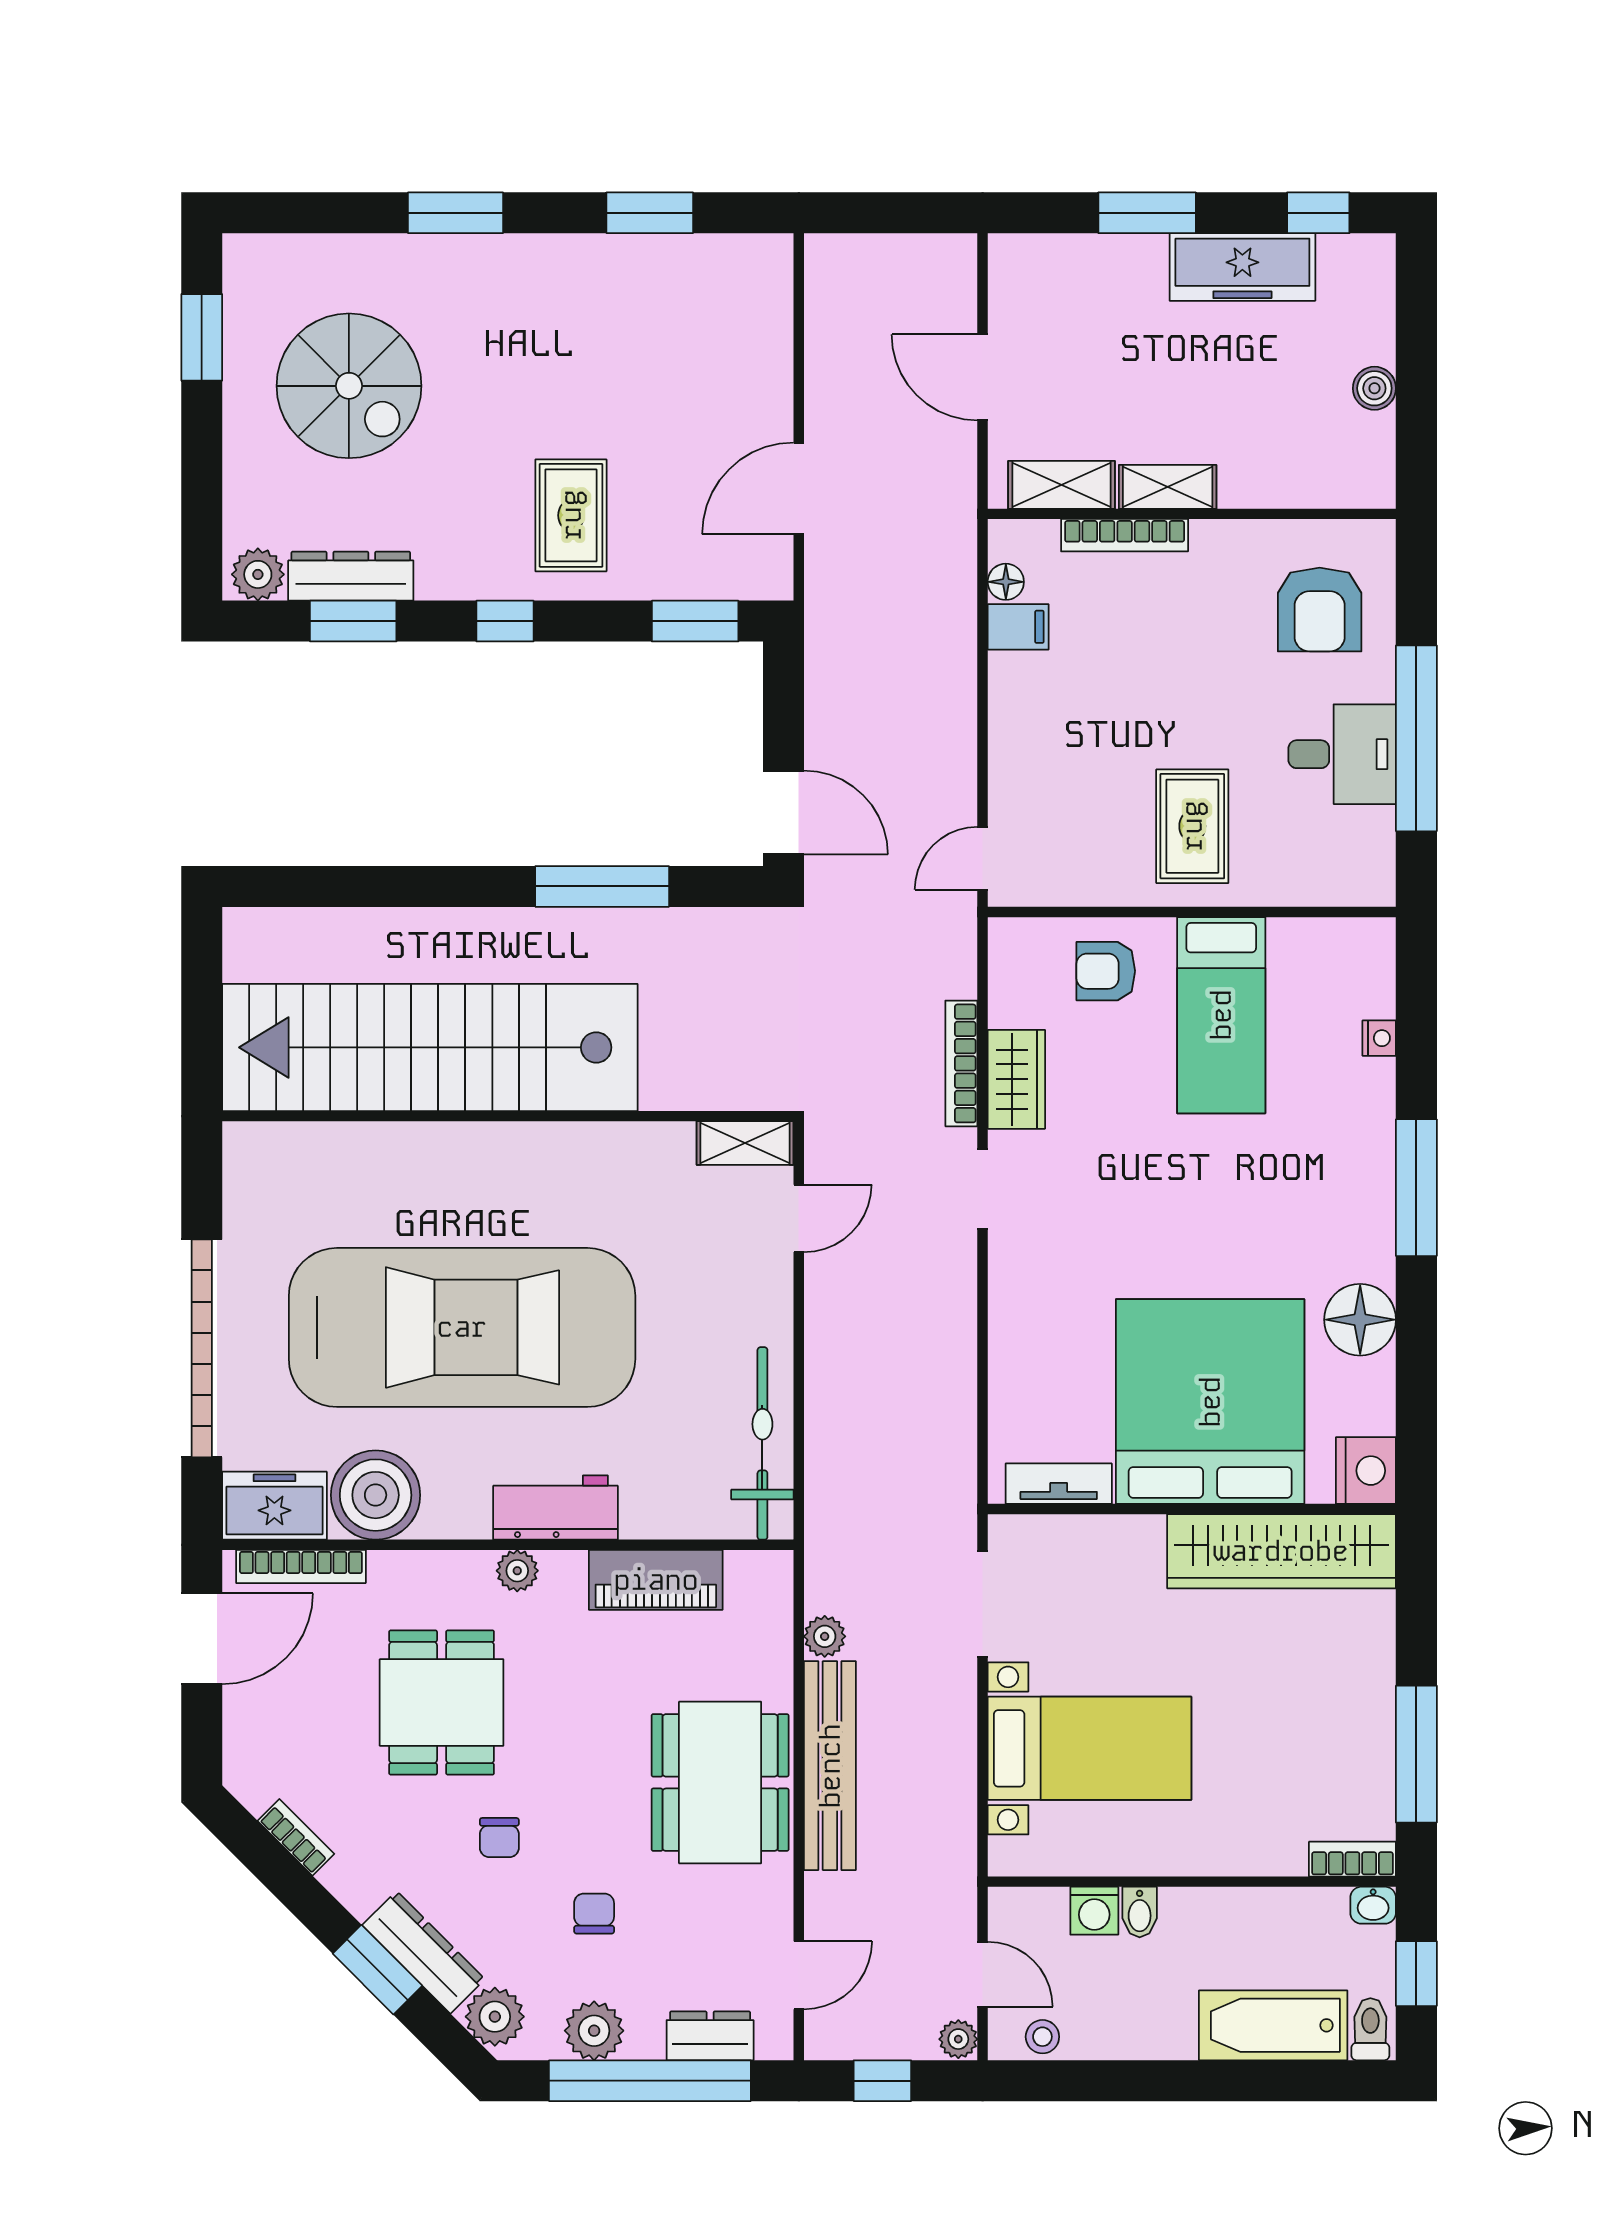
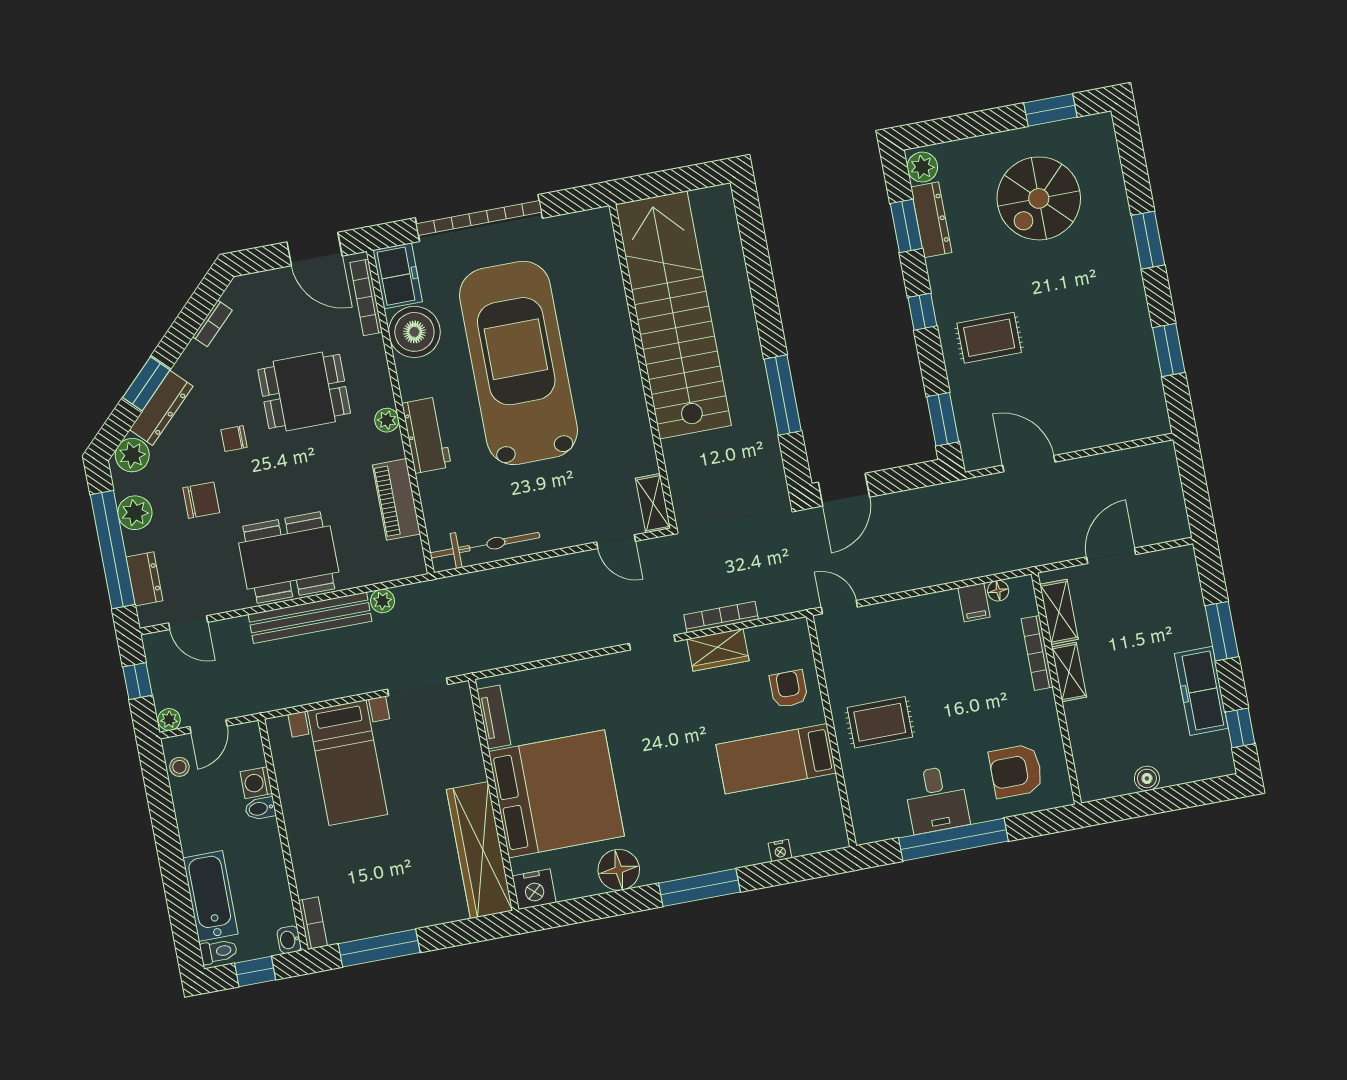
car: (462, 1327) -> (518, 363), turned 180
chair: (594, 1914) -> (201, 500), width x1.37, depth x1.37

